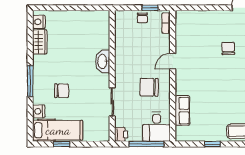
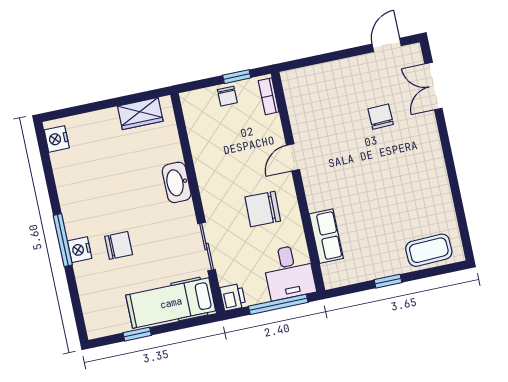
wardrobe: (40, 42) -> (140, 114), moved, turned 90
nightstand: (39, 111) -> (80, 250), moved
hospital bed: (58, 130) -> (171, 303), moved, turned 180

